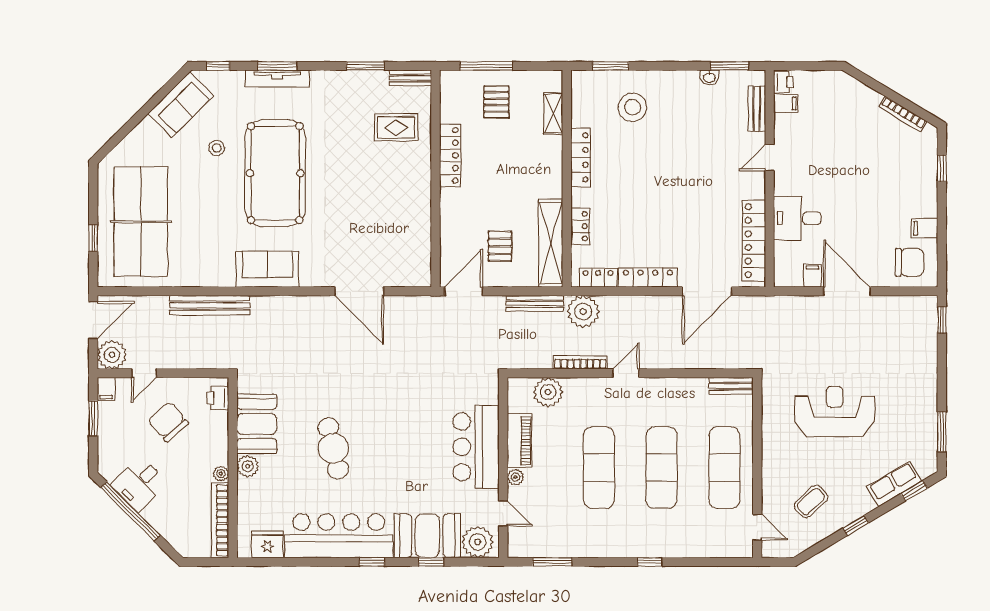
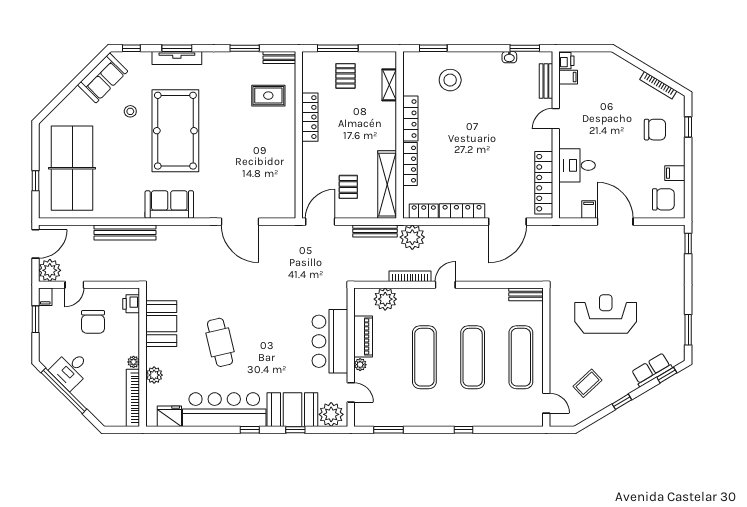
chair: (899, 172) -> (655, 130), added
locker: (580, 226) -> (410, 164), width x1.53
chair: (168, 422) -> (93, 322), turned -139
plant: (248, 466) -> (154, 375), moved

